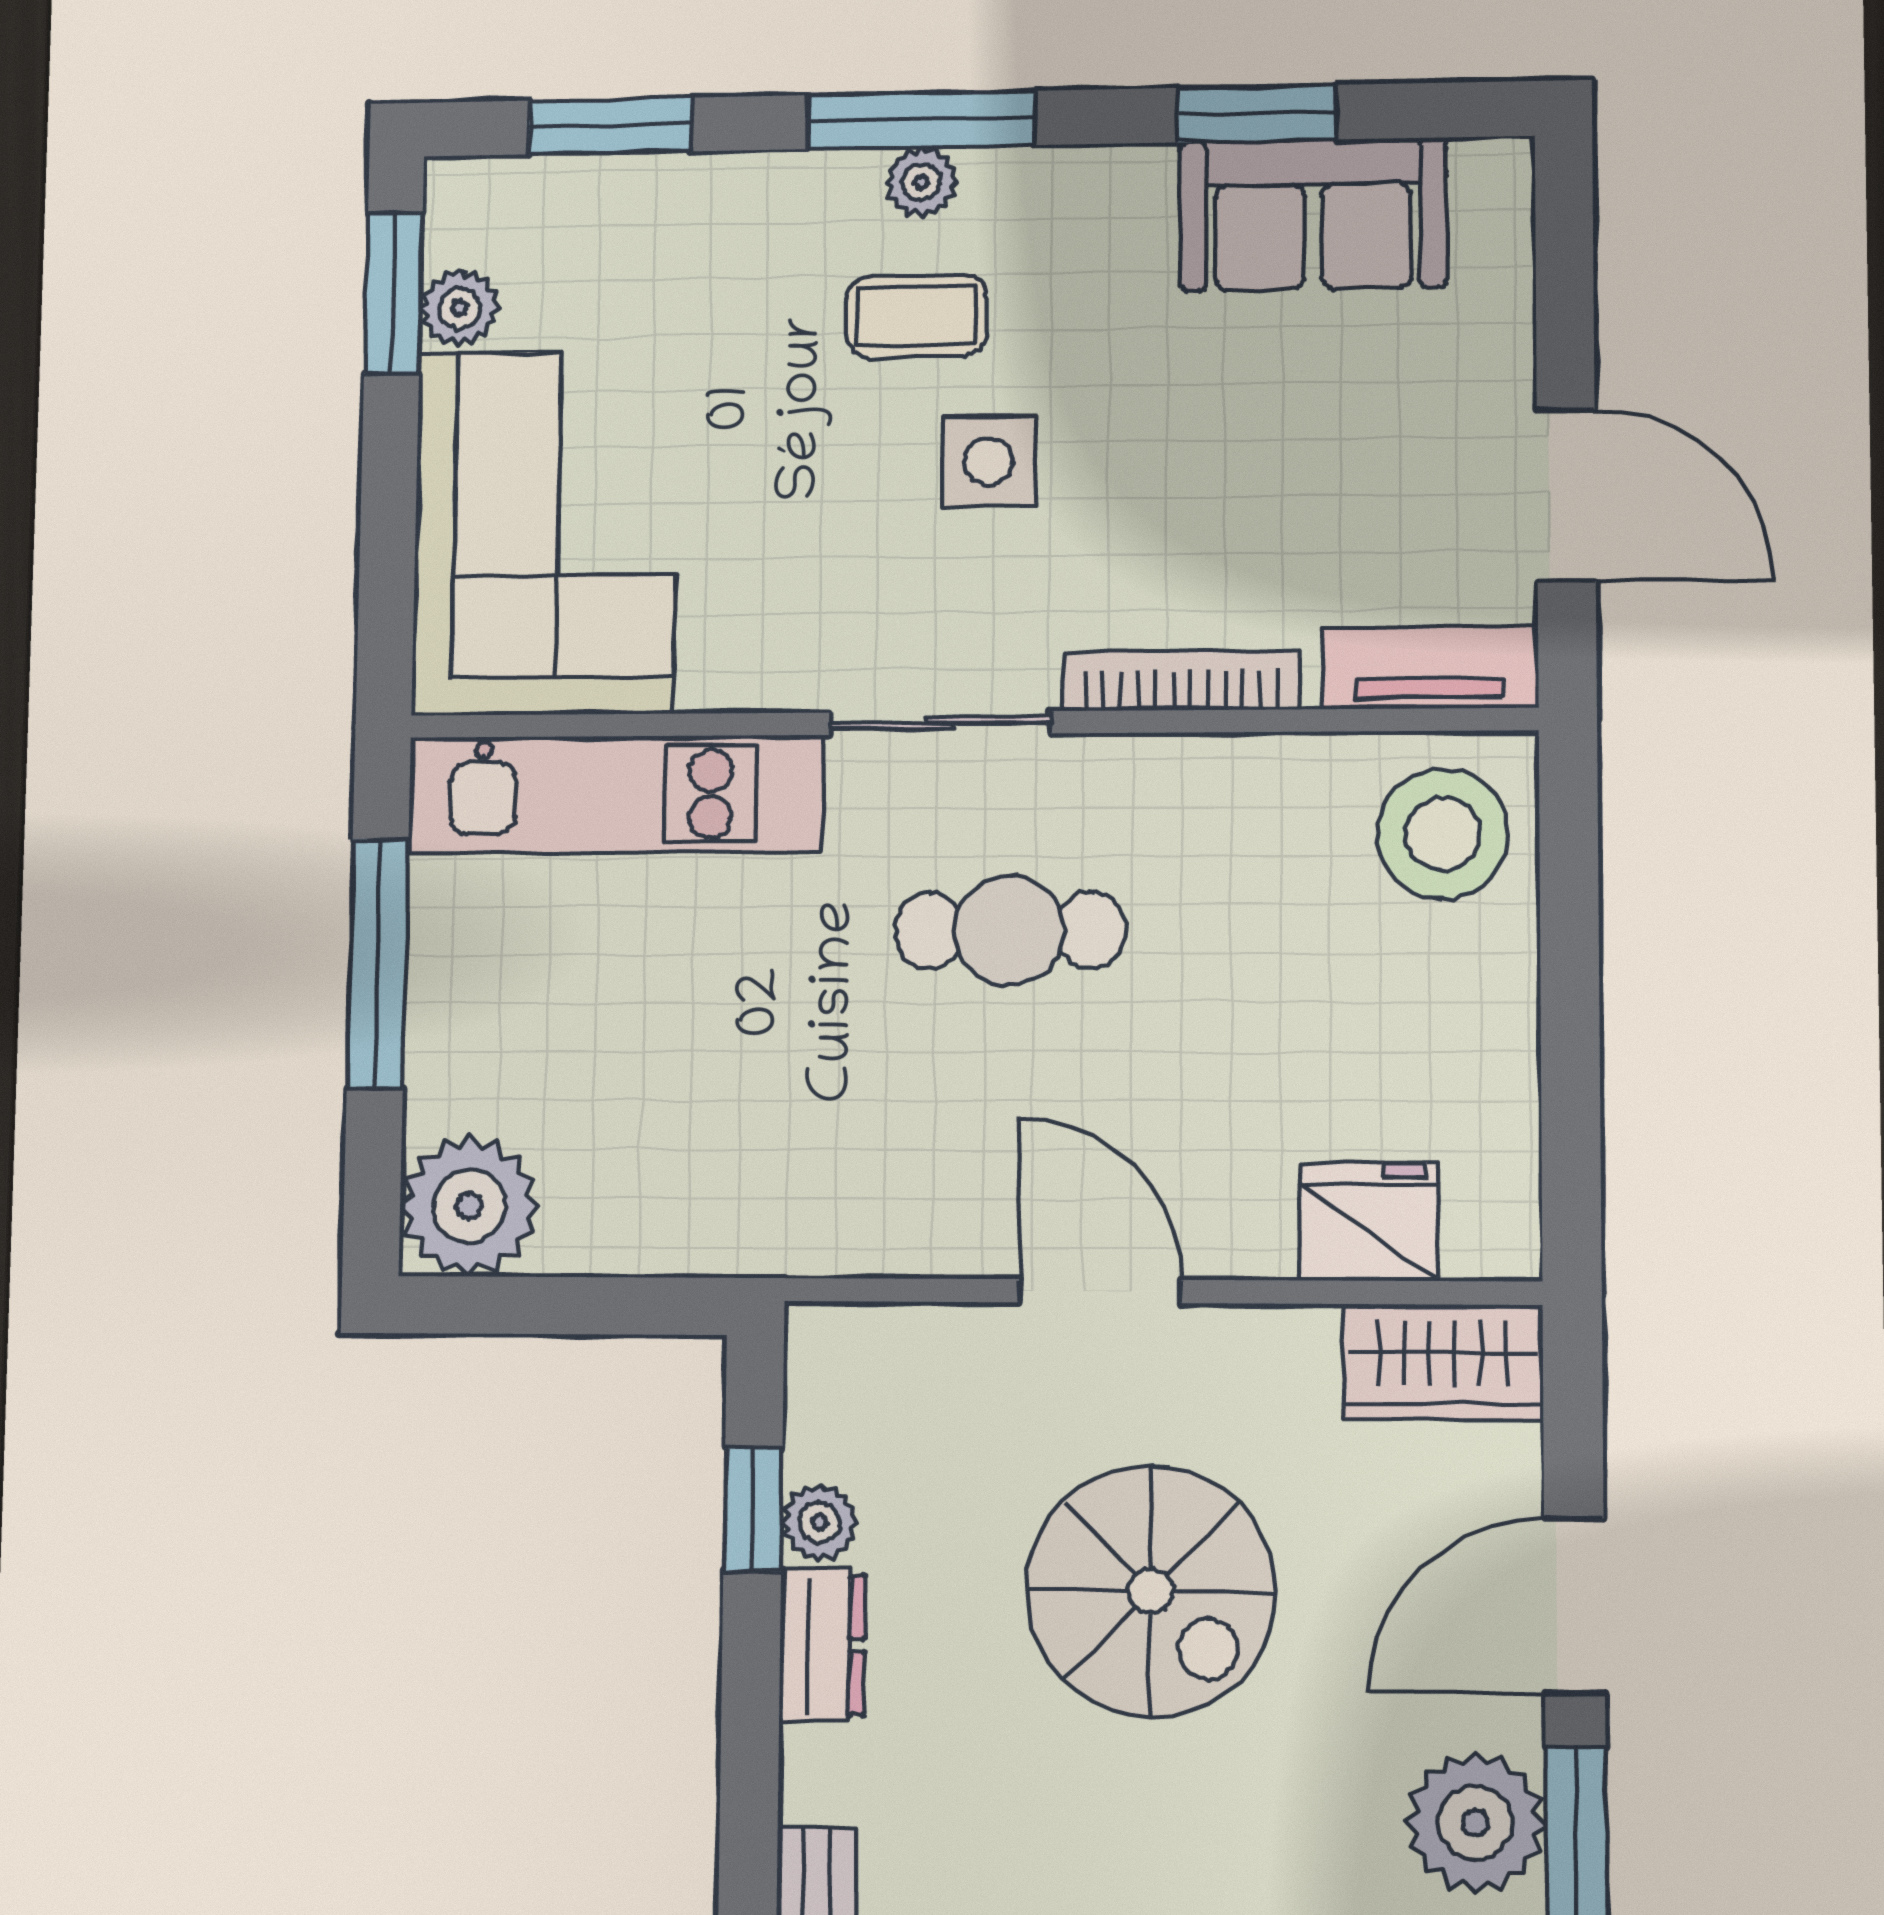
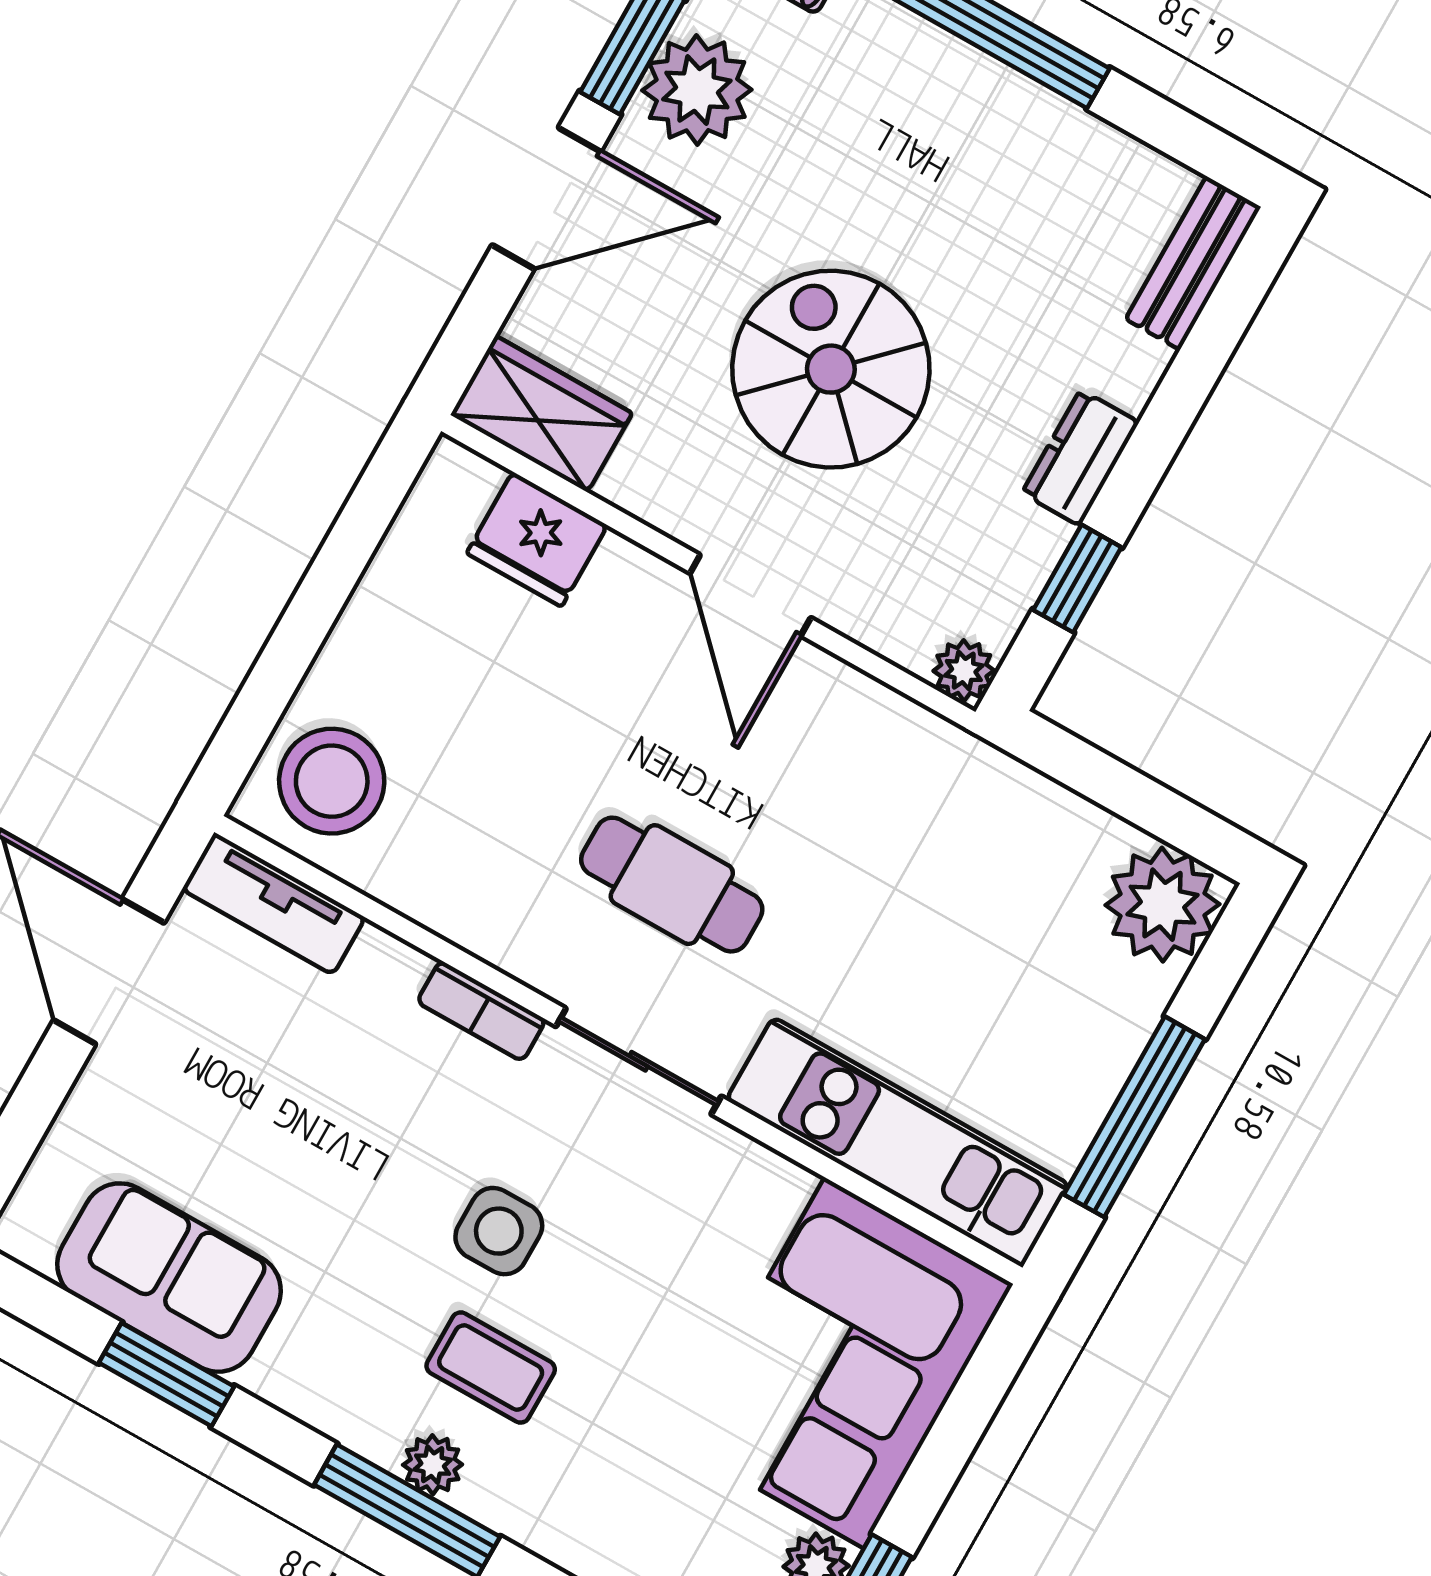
bookcase: (1182, 680) -> (481, 1011), width x0.64
plant: (819, 1522) -> (964, 671), moved

